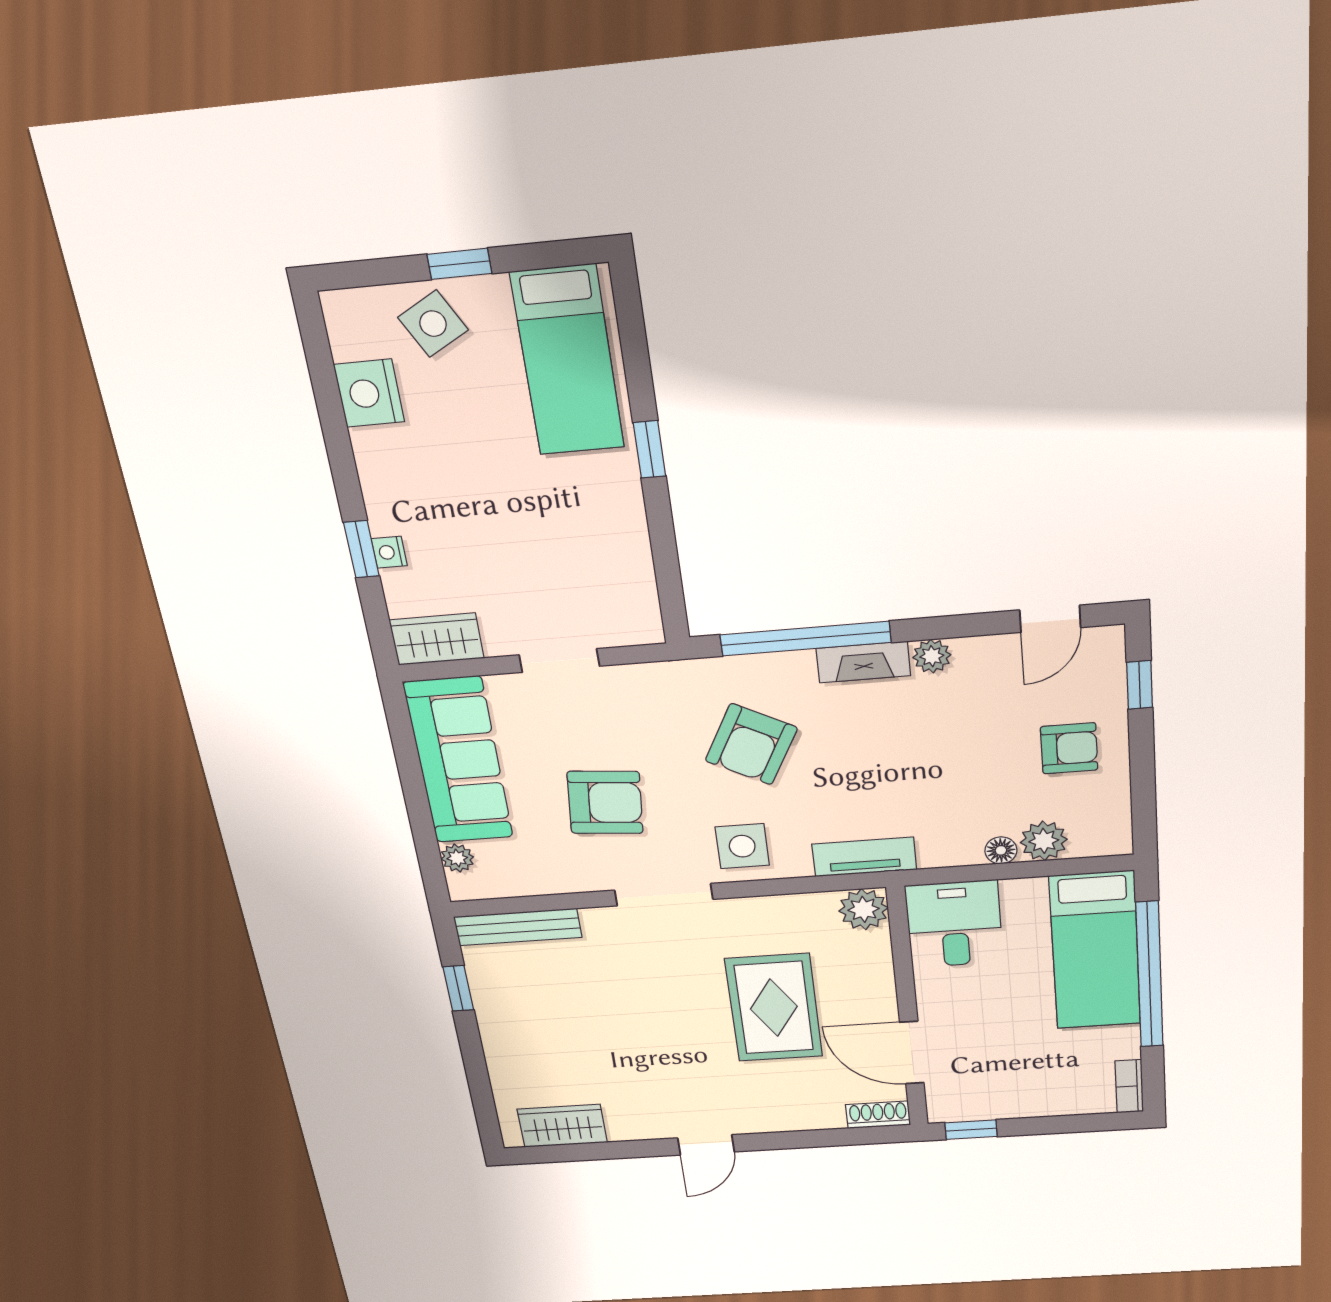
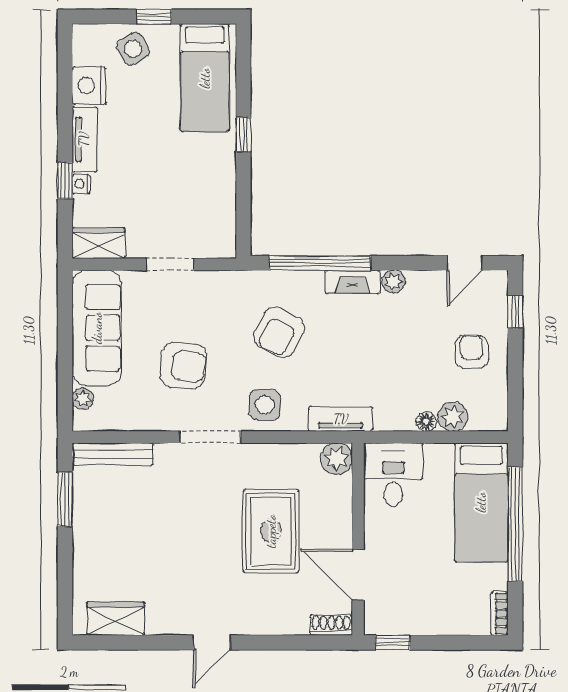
tv unit: (380, 482) -> (84, 139), added
armchair: (1069, 748) -> (472, 352), turned -90
window: (458, 988) -> (65, 499), width x1.50

